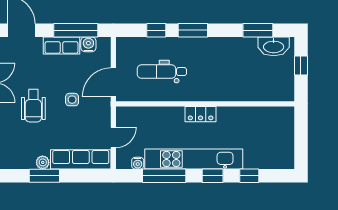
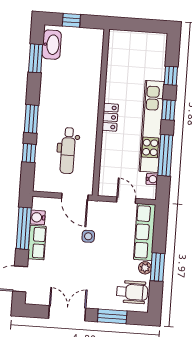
wheelchair: (33, 106) -> (132, 292), moved

